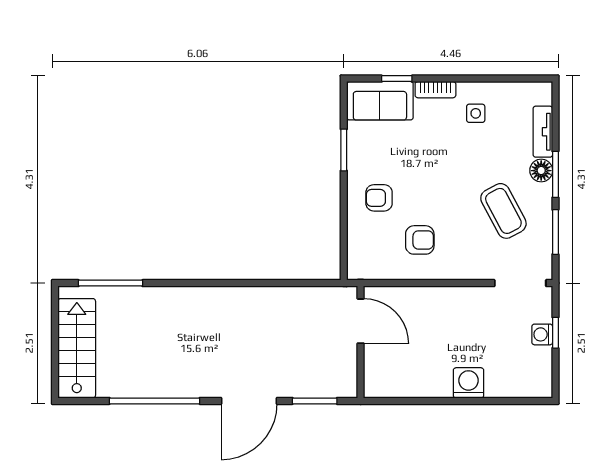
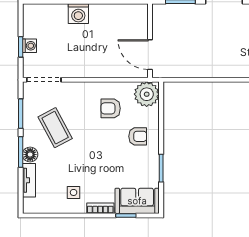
plant: (365, 261) -> (147, 94), added

